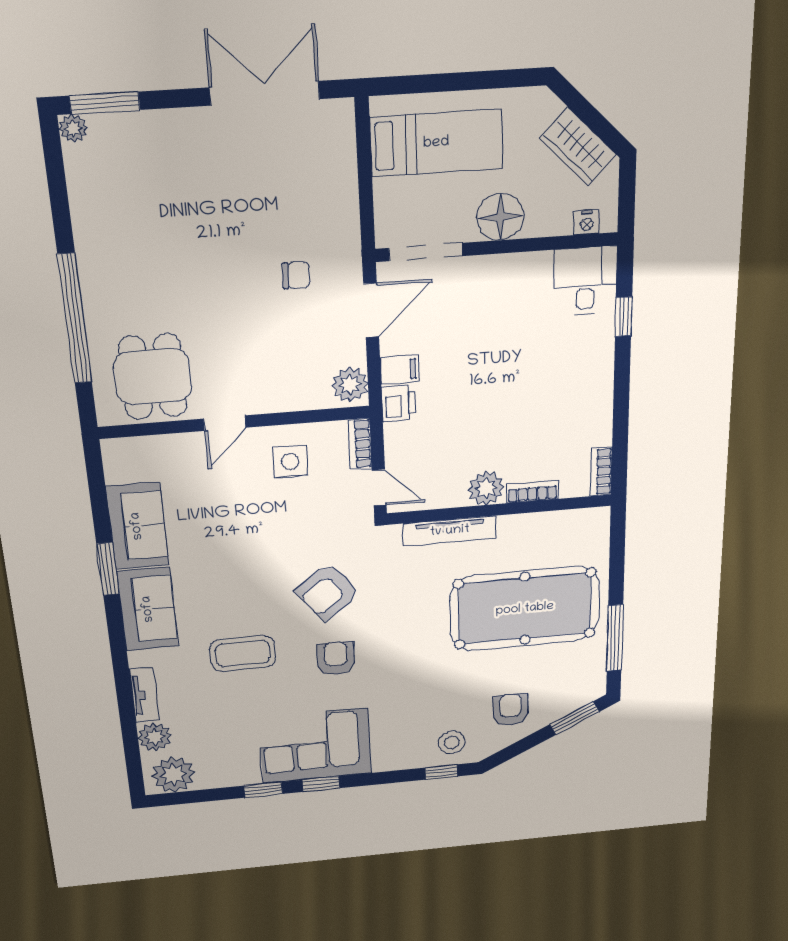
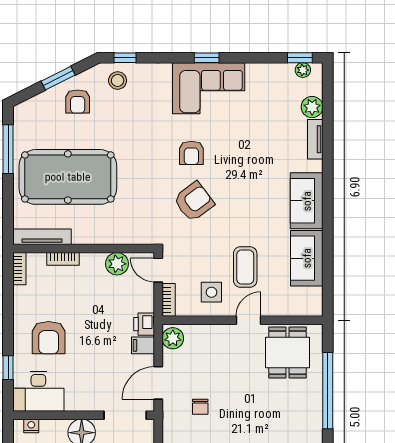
chair: (296, 275) -> (200, 407), turned -92
desk: (585, 281) -> (38, 391), width x1.37
armchair: (556, 370) -> (49, 338), added
plant: (486, 488) -> (117, 264), moved
tv unit: (450, 531) -> (42, 237), moved
window: (108, 569) -> (328, 231), removed
coffee table: (243, 653) -> (245, 267), moved, turned 90
window: (574, 718) -> (58, 78), moved
plant: (173, 775) -> (303, 70), width x0.53, depth x0.53
window: (263, 790) -> (300, 58), moved

